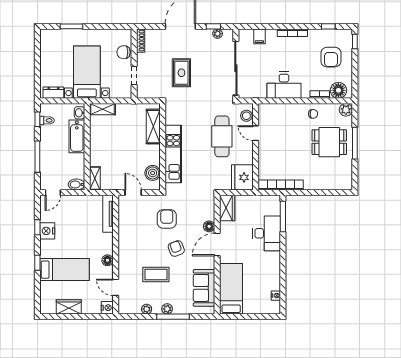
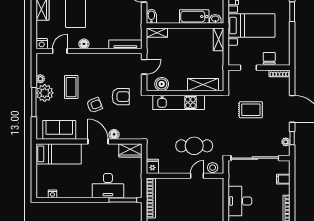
fridge: (242, 177) -> (152, 166), width x0.53, depth x0.75
plant: (167, 309) -> (45, 93), width x1.88, depth x1.88

